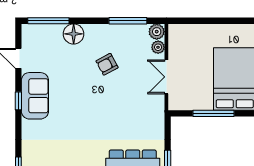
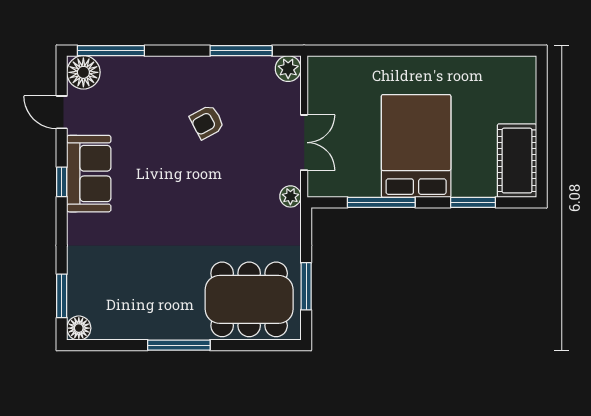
floor lamp: (74, 34) -> (83, 72), moved
plant: (158, 47) -> (290, 196), moved
double door: (166, 77) -> (304, 143), swing flipped

